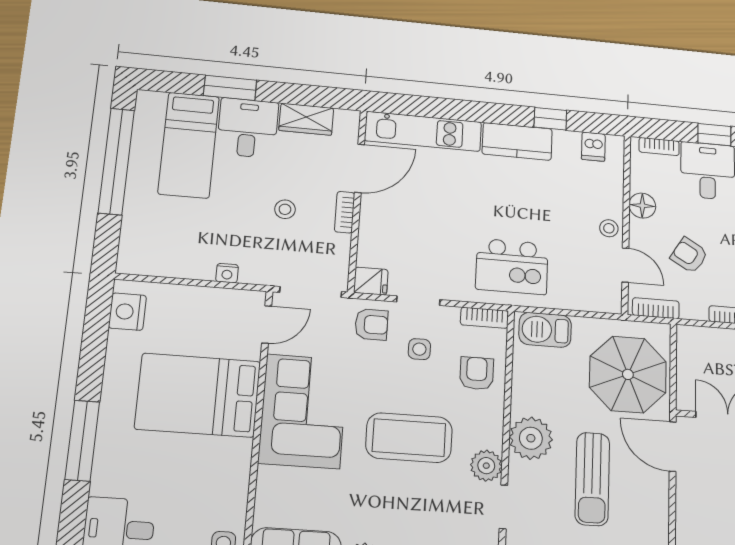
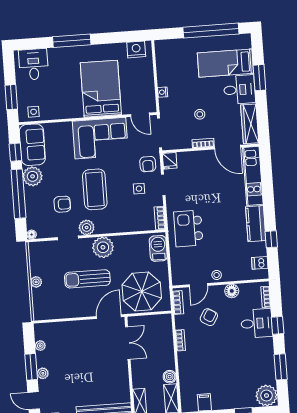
wardrobe: (306, 119) -> (250, 124), width x1.50
armchair: (477, 373) -> (62, 204), moved

